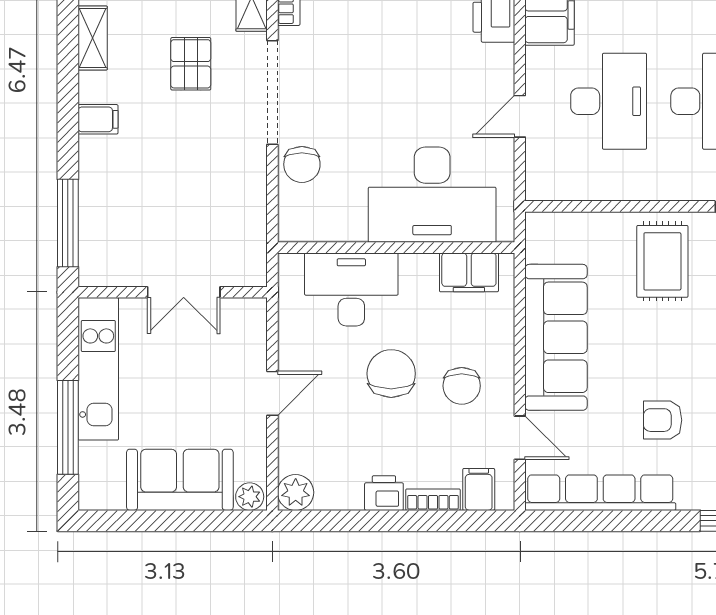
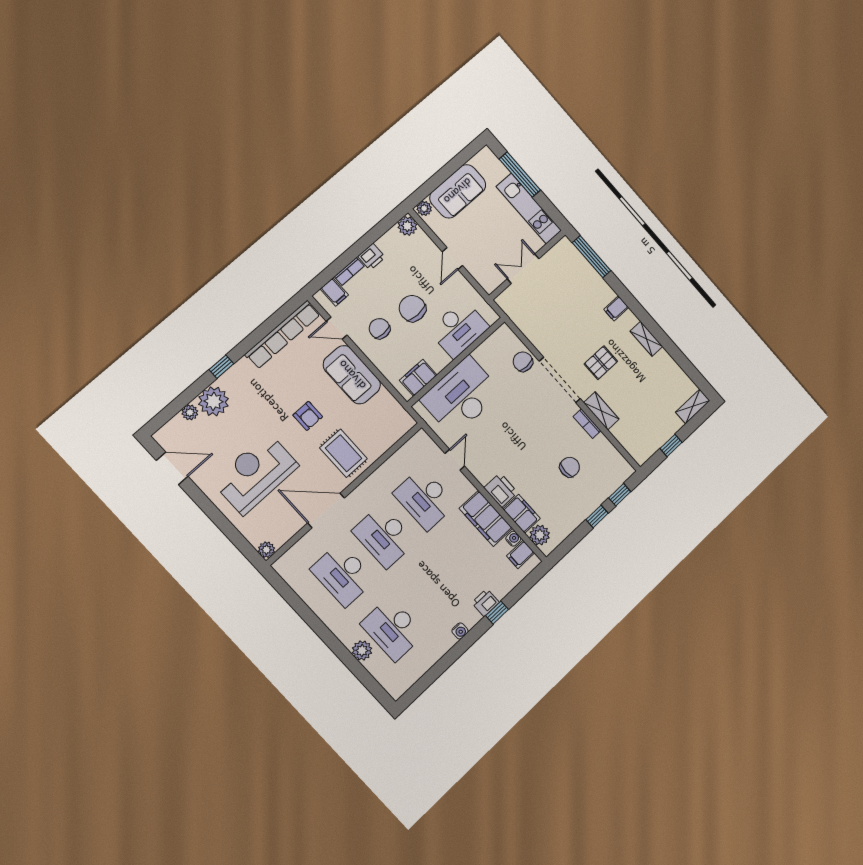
pallet: (191, 64) -> (601, 363), turned 90
sofa: (556, 337) -> (352, 375), width x0.73
chair: (391, 374) -> (412, 308), turned 180
armchair: (663, 420) -> (308, 416), moved, turned 90

